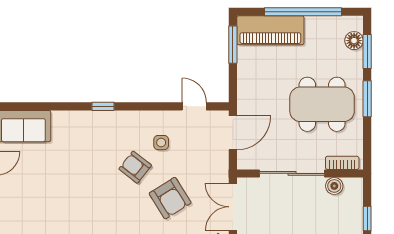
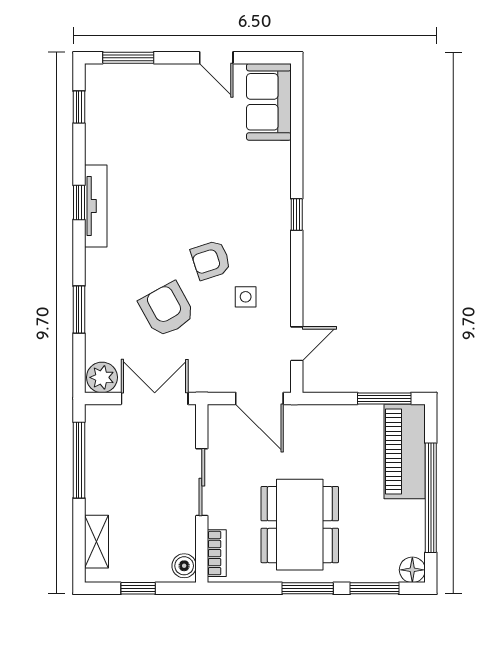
floor lamp: (354, 41) -> (412, 570), moved
armchair: (135, 167) -> (211, 260), turned -146
sliding door: (292, 173) -> (202, 482), width x0.73
boiler: (334, 186) -> (184, 566), moved
armchair: (170, 198) -> (167, 309), turned 93

